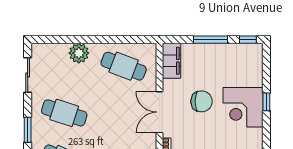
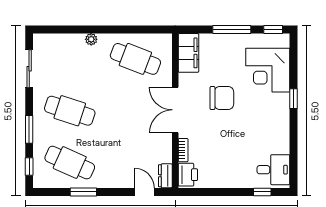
plant: (79, 53) -> (91, 39), width x0.53, depth x0.53
corner desk: (243, 107) -> (268, 70), moved

